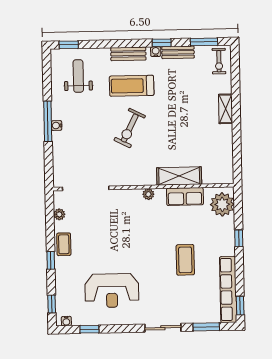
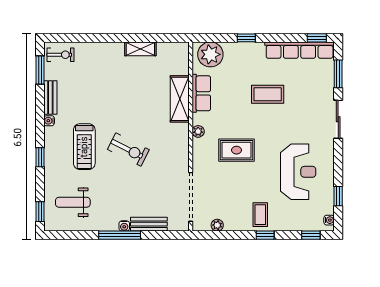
window: (162, 43) -> (40, 157), moved
bench: (128, 54) -> (149, 224), moved, turned 90
shelving: (226, 109) -> (140, 49), moved
rug: (131, 231) -> (236, 150), added
coffee table: (64, 244) -> (260, 215), moved, turned 90

